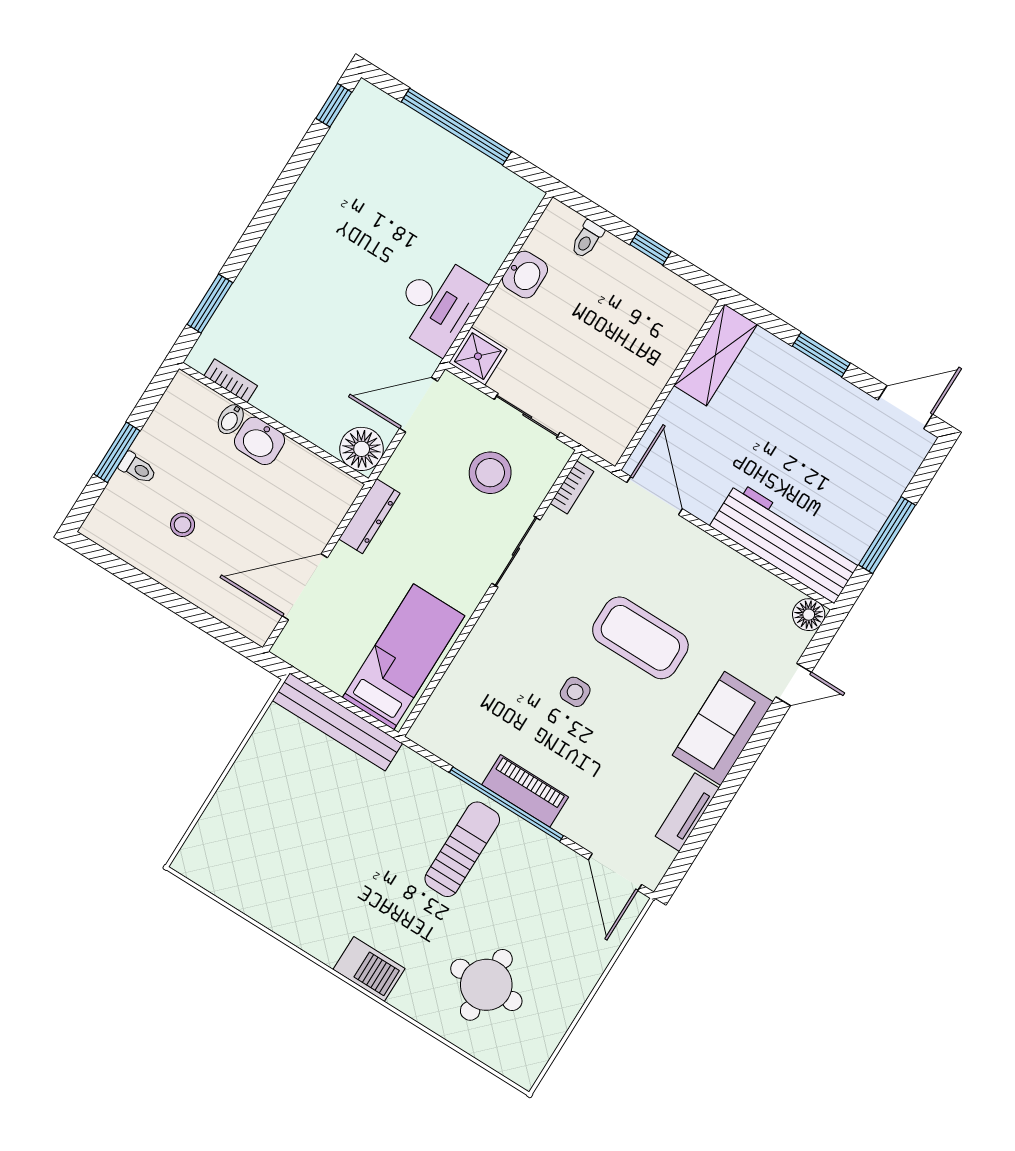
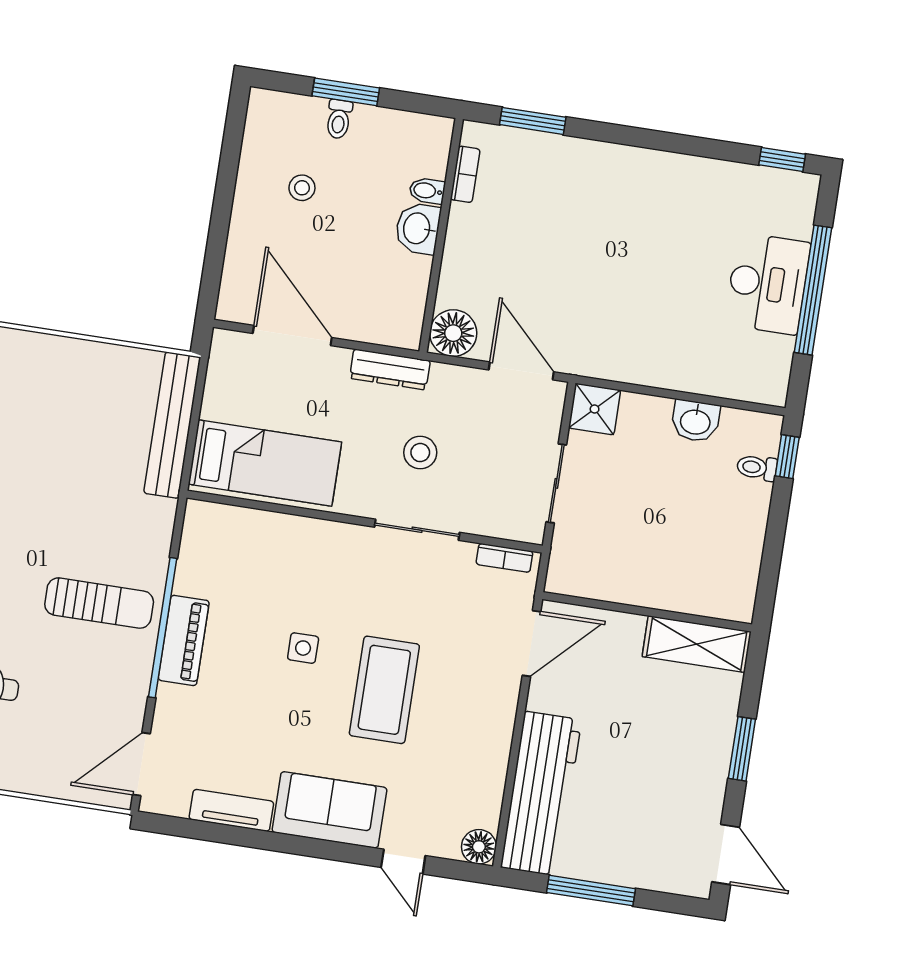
window: (650, 248) -> (787, 457), moved
desk: (437, 304) -> (768, 284), moved, turned -90
stool: (490, 473) -> (420, 453), moved, width x0.73, depth x0.73

